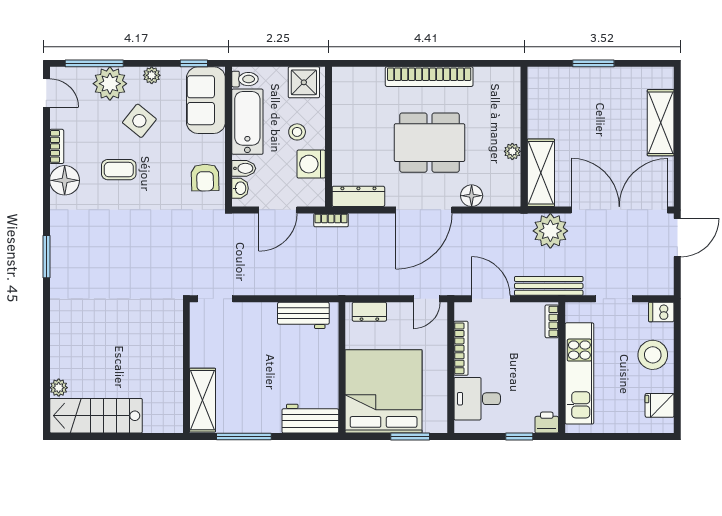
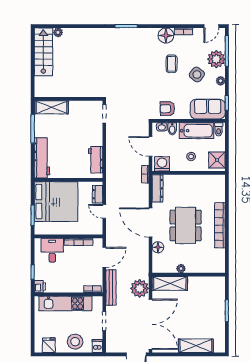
washing machine: (311, 164) -> (162, 164), moved
door: (427, 299) -> (104, 211), moved
workbench: (310, 419) -> (42, 158), width x1.38

